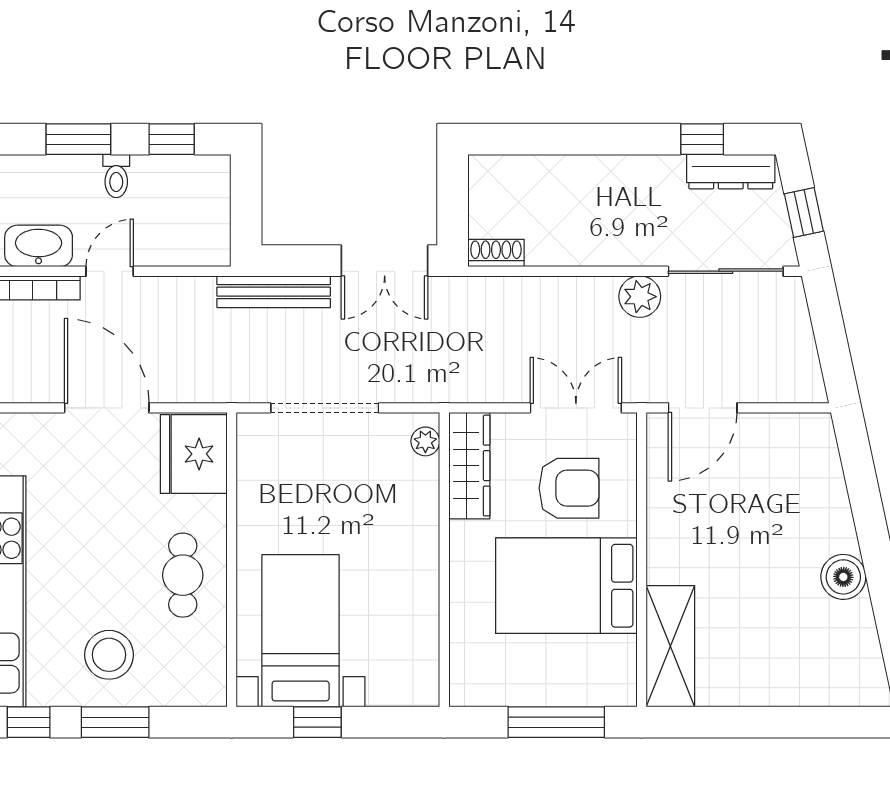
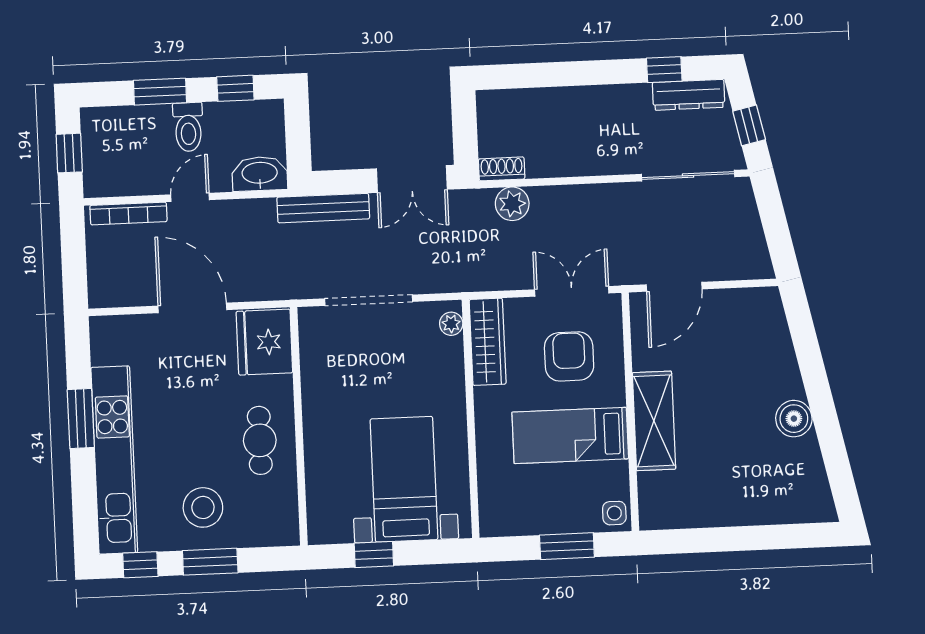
toilet: (116, 176) -> (188, 127), width x1.37, depth x1.39
washbasin: (39, 246) -> (260, 174), moved
plant: (640, 297) -> (512, 204), moved
armchair: (569, 488) -> (569, 356), turned -90
bed: (566, 586) -> (570, 435), width x0.67
bed with nightstands: (301, 631) -> (404, 479), moved
shelving: (670, 646) -> (654, 421), moved
side table: (617, 684) -> (614, 513), added
window: (556, 722) -> (567, 546), width x0.69

